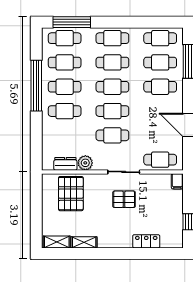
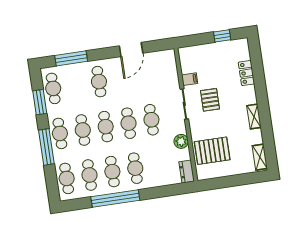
window: (72, 22) -> (46, 147), moved
window: (148, 22) -> (40, 102), added
cafe table: (160, 62) -> (76, 85), removed
cafe table: (160, 160) -> (168, 71), removed
dresser: (65, 164) -> (187, 172), moved
filing cabinet: (177, 181) -> (190, 79), moved
shelving: (84, 242) -> (254, 117), moved

